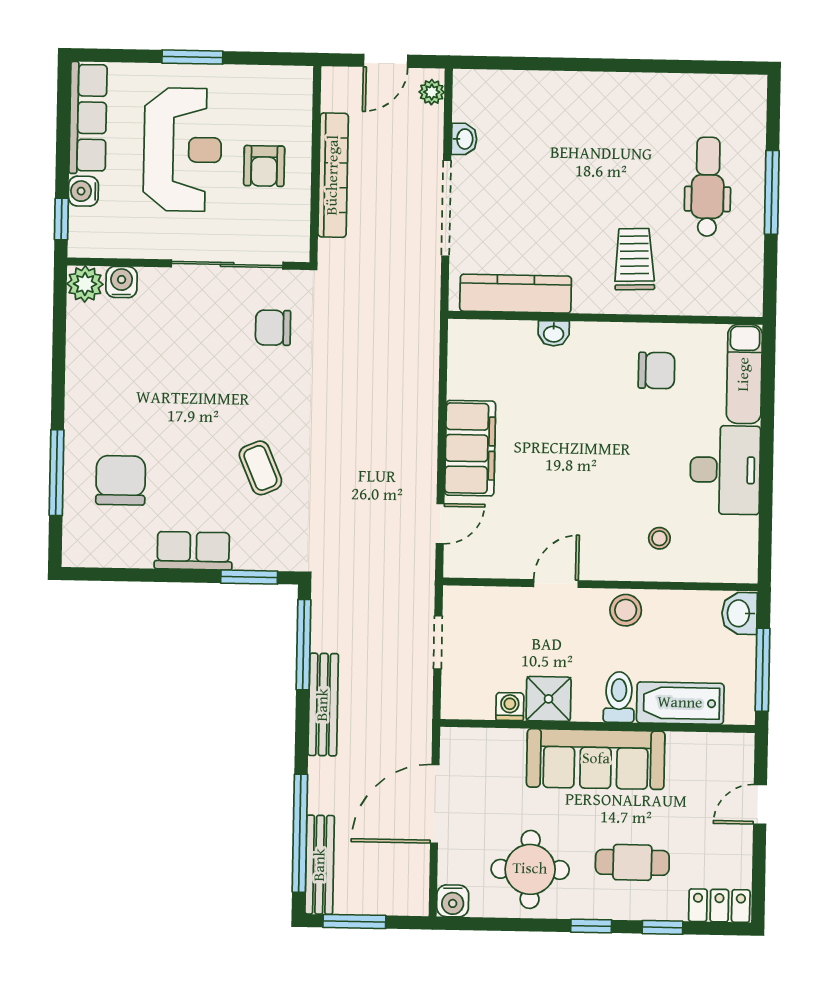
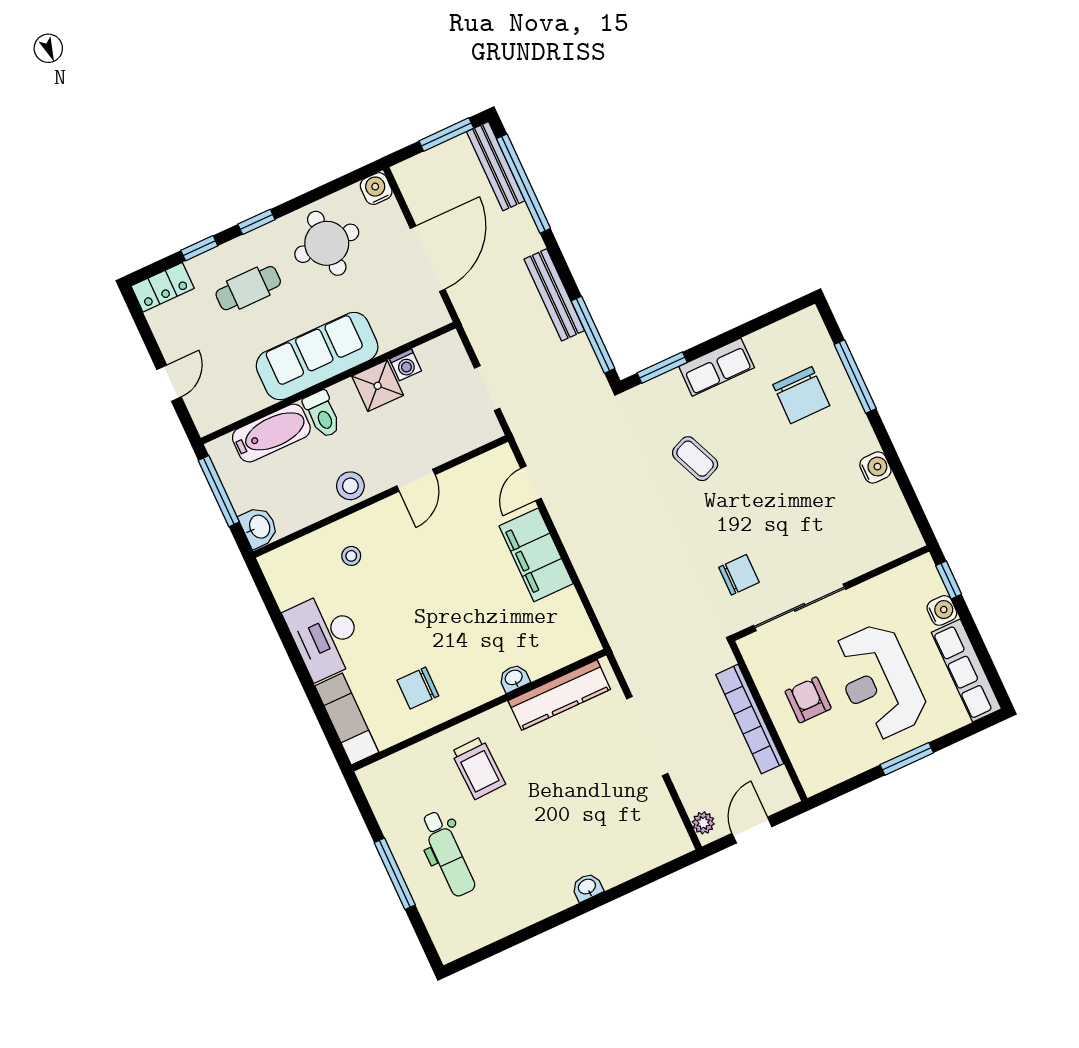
washbasin: (464, 139) -> (587, 887), moved, turned 90
water cooler: (121, 282) -> (875, 467), moved, turned -90
plant: (85, 284) -> (905, 537), removed

